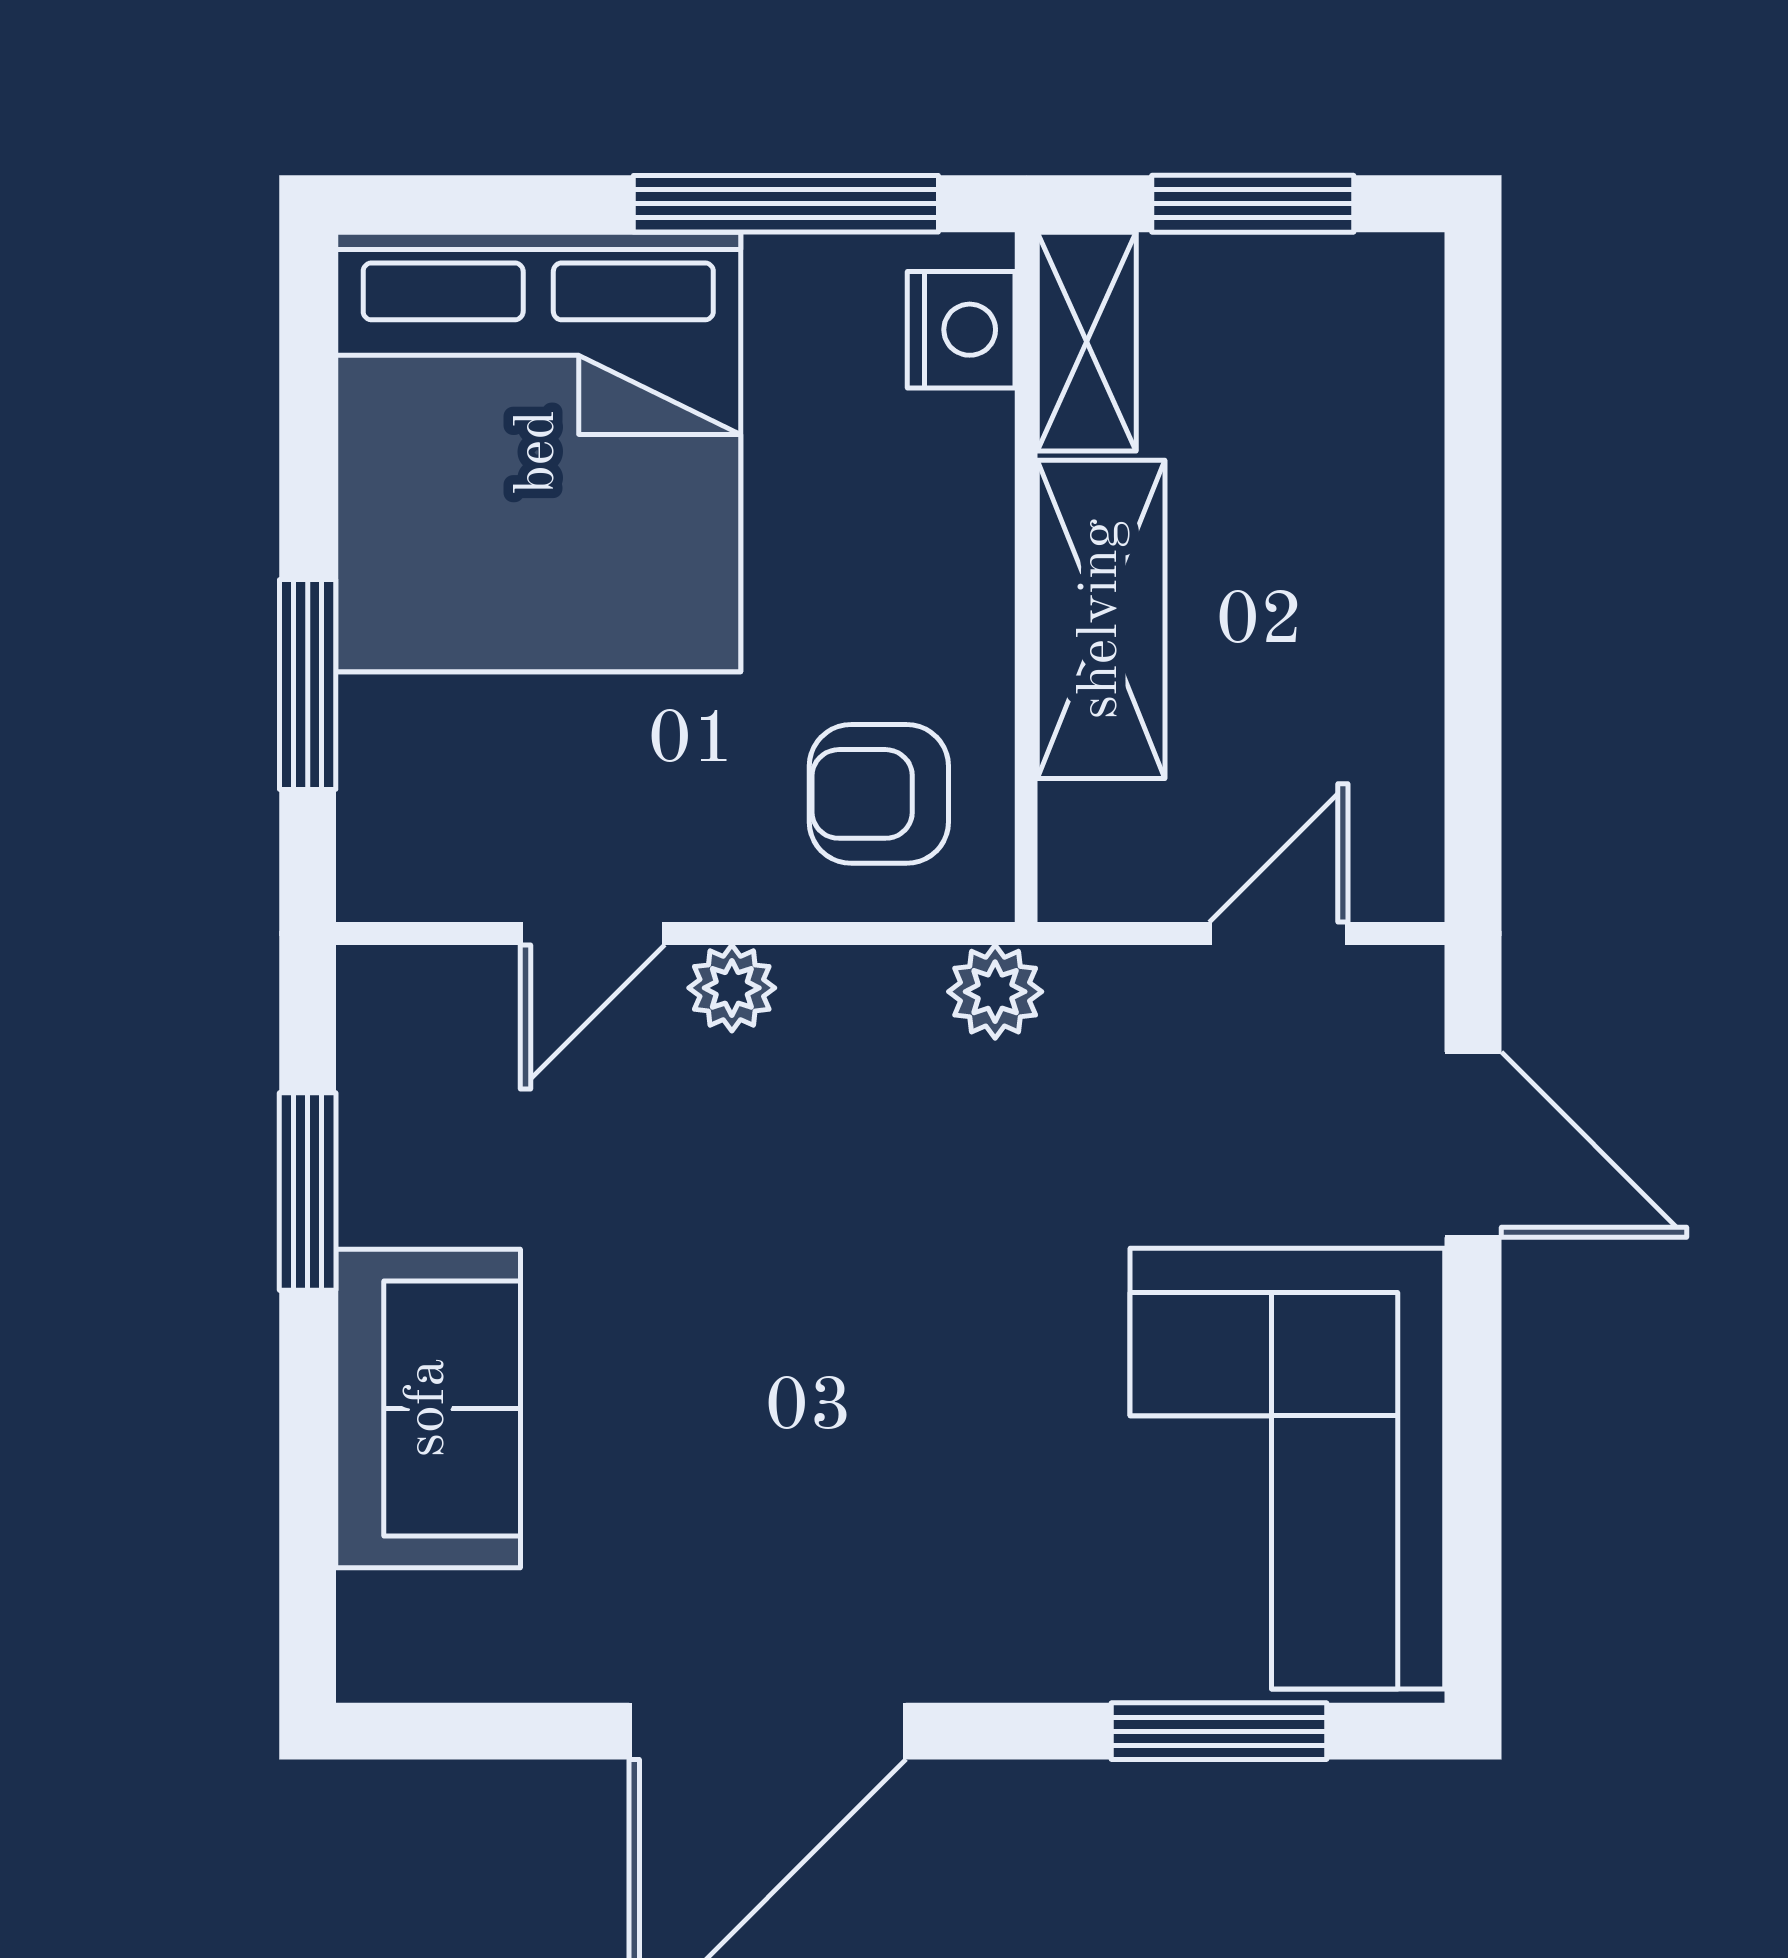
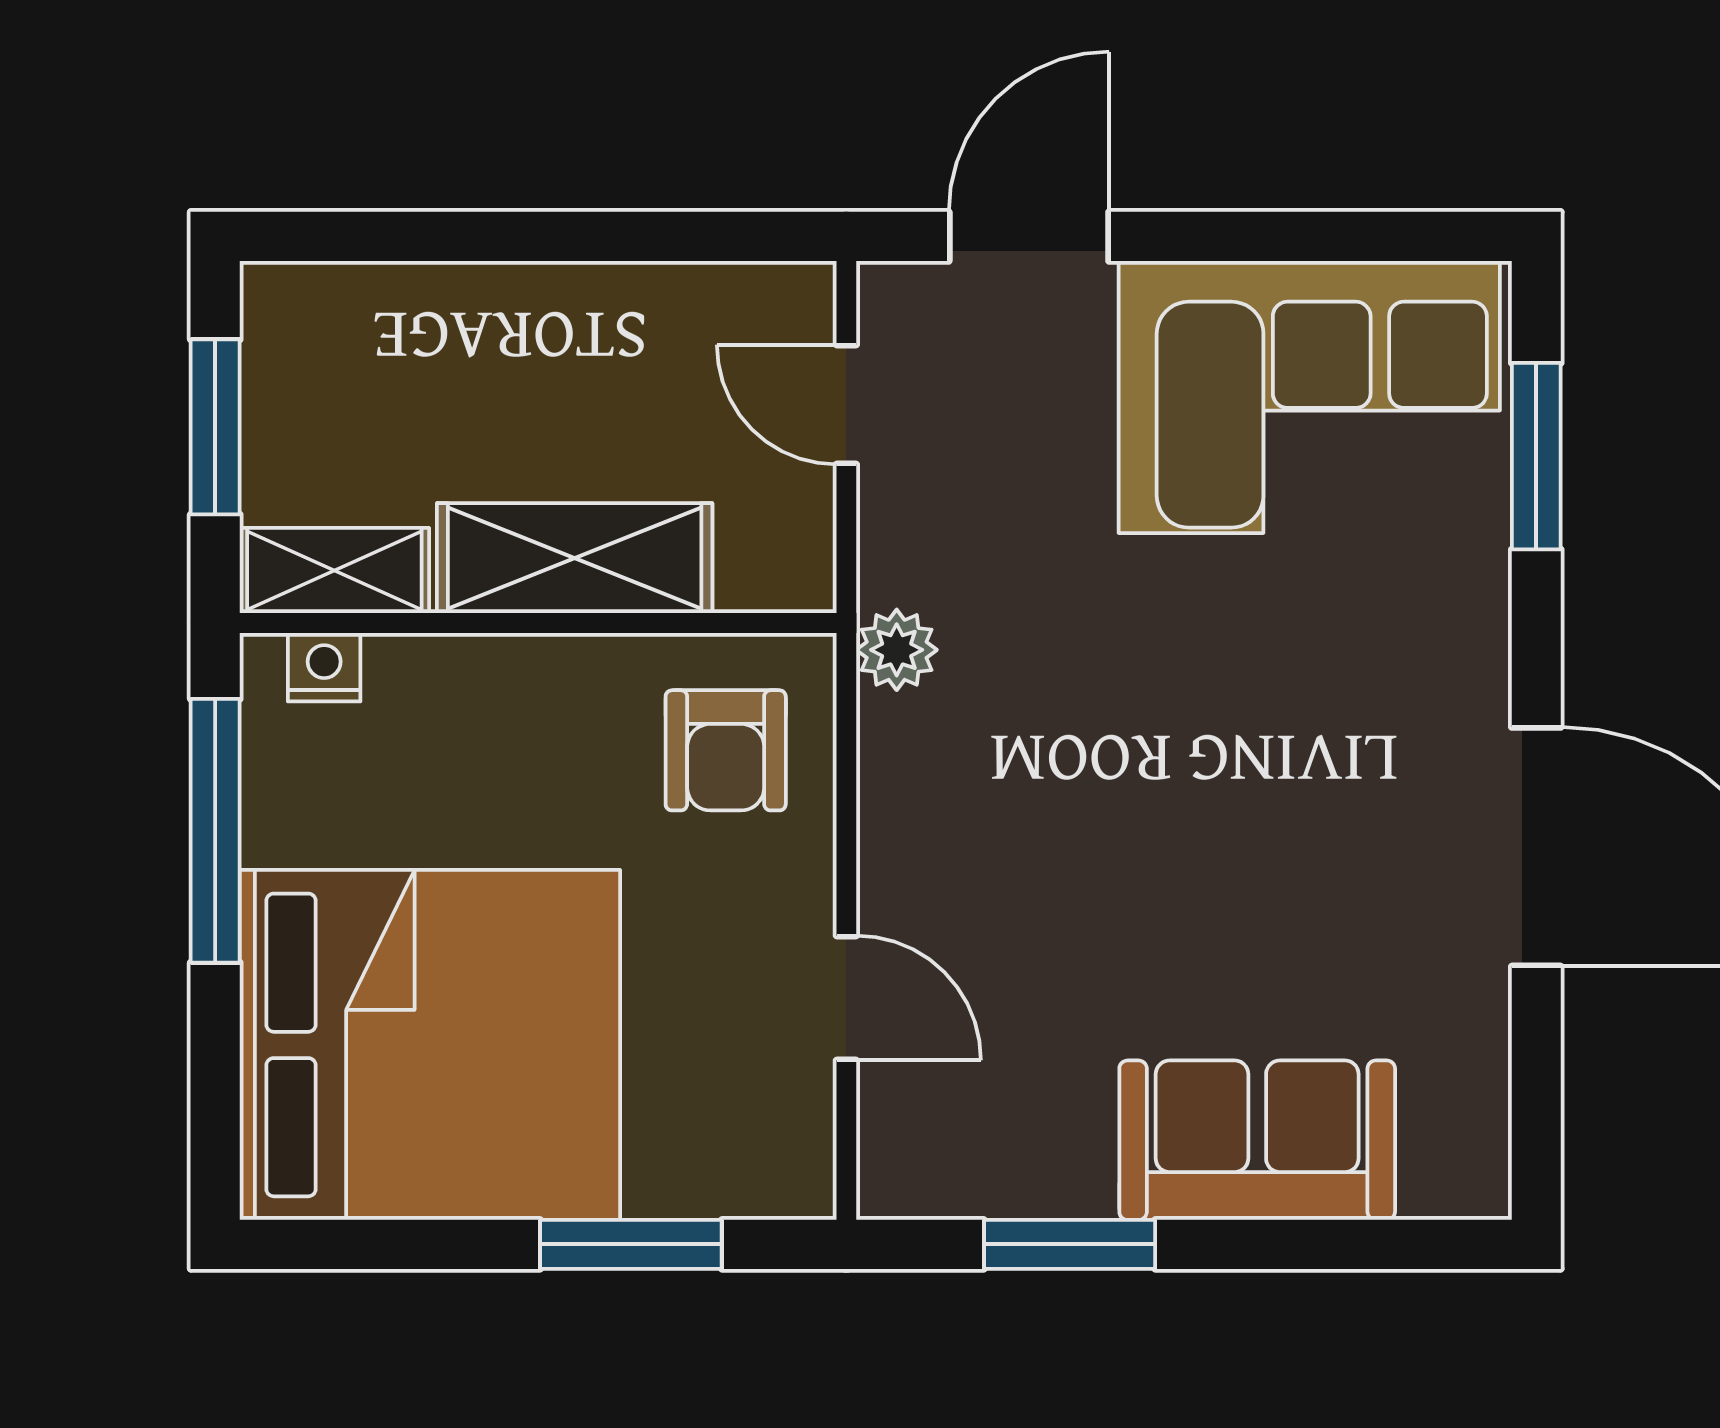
nightstand: (961, 330) -> (324, 667), width x0.72, depth x0.74
plant: (732, 988) -> (893, 878), removed

